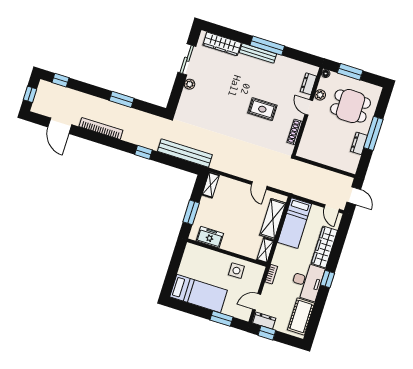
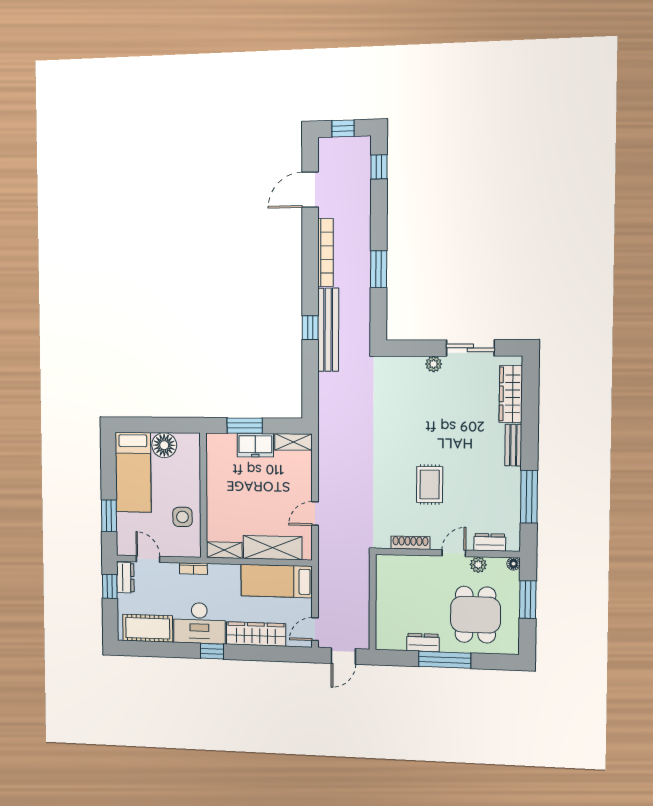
window: (267, 46) -> (529, 497), moved
bench: (258, 53) -> (513, 445), width x0.73
bench: (185, 153) -> (328, 330), moved
freezer: (210, 237) -> (255, 445), moved, turned 90
floor lamp: (188, 268) -> (164, 445), added

